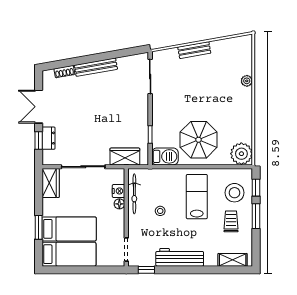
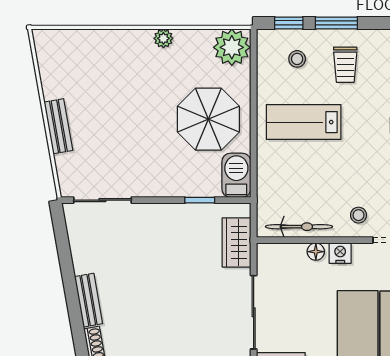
bench: (96, 67) -> (89, 300), width x0.73
plant: (247, 81) -> (163, 38), moved
nightstand: (118, 191) -> (340, 253), moved
stool: (234, 193) -> (297, 59), width x0.53, depth x0.53
stool: (160, 211) -> (359, 215), moved
trolley: (231, 221) -> (345, 65), turned -90

